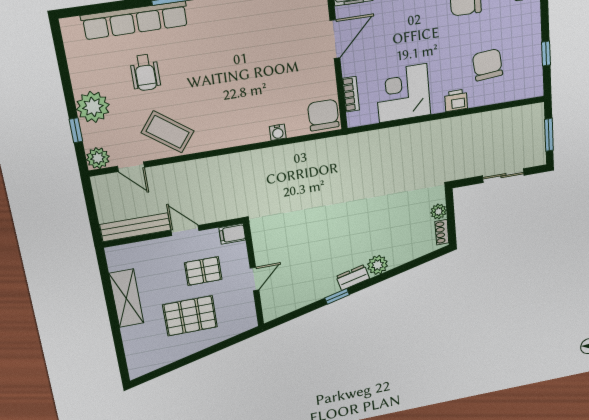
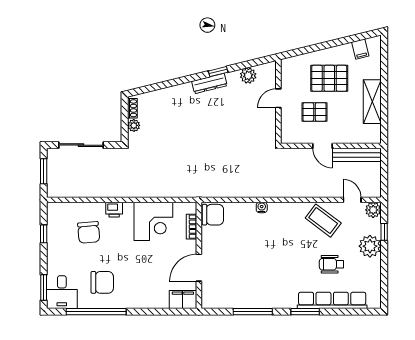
wheelchair: (145, 73) -> (332, 264), turned -90
chair: (323, 115) -> (213, 215), turned -90
water cooler: (278, 132) -> (262, 207), moved
sliding door: (503, 176) -> (81, 145), width x1.37
filing cabinet: (232, 234) -> (360, 49), moved, turned 76
plant: (378, 265) -> (248, 76), moved
dresser: (353, 277) -> (209, 83), width x1.44

